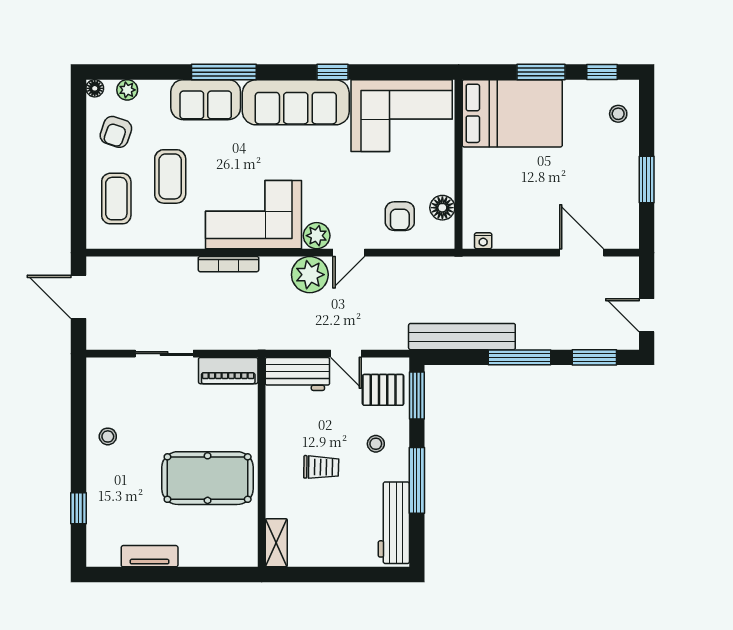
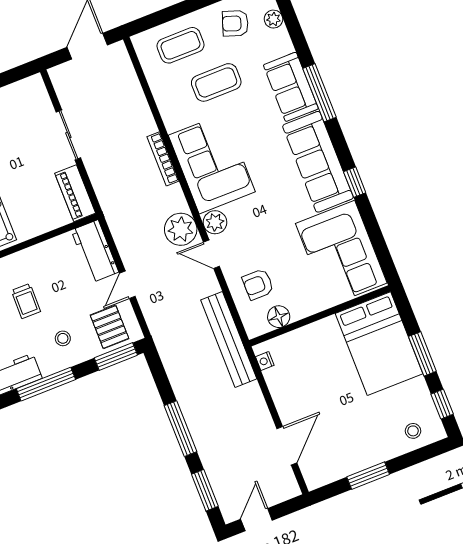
bench: (462, 337) -> (229, 339), moved

